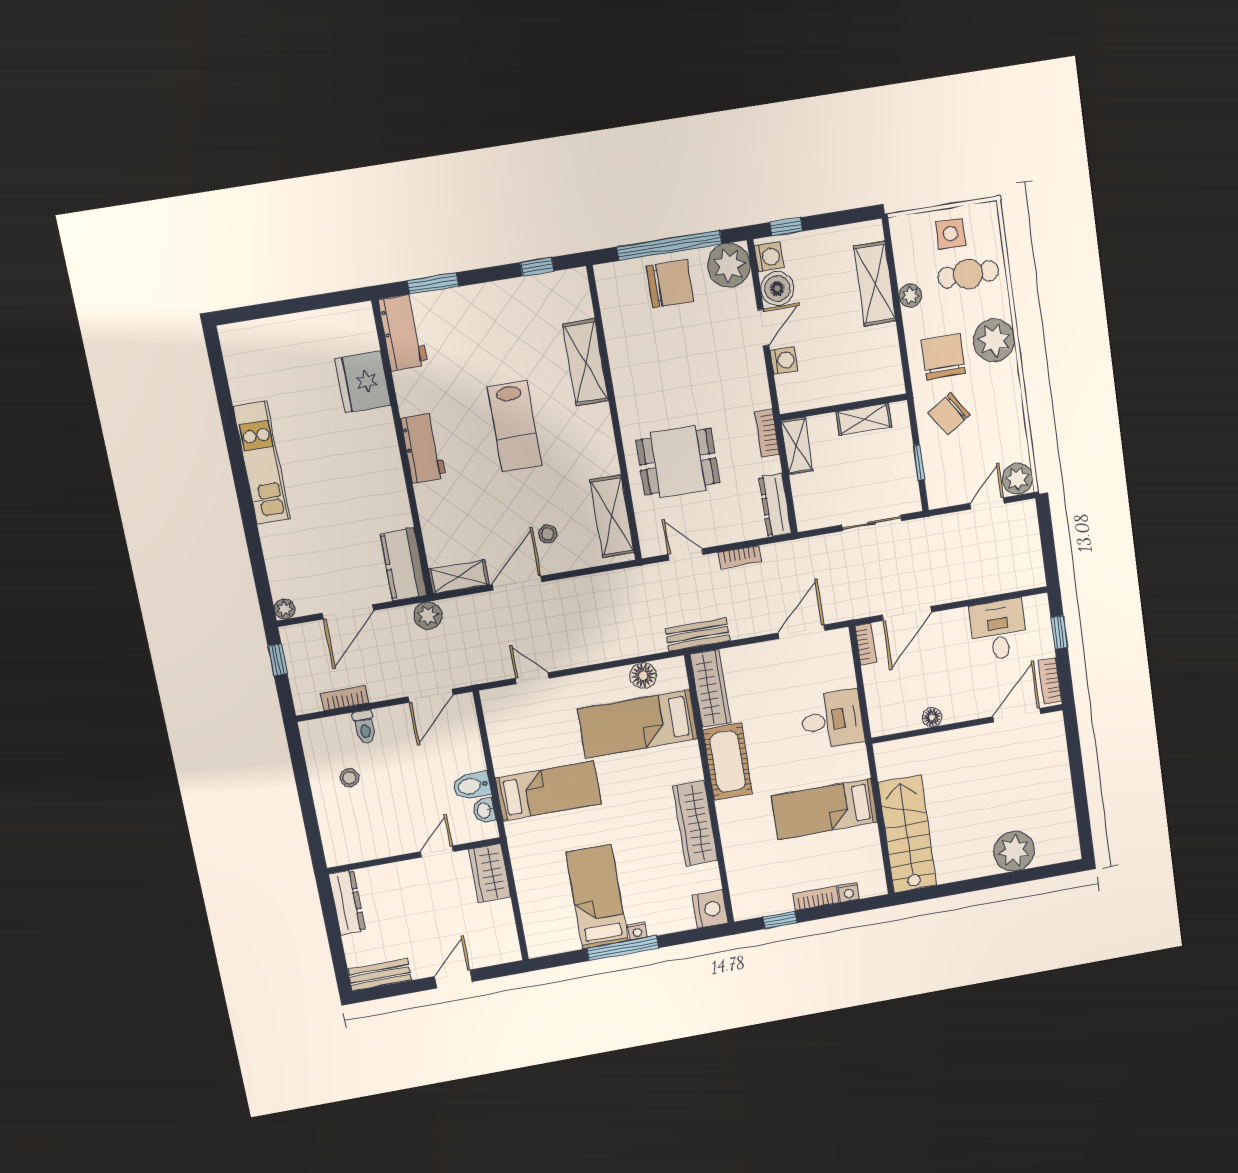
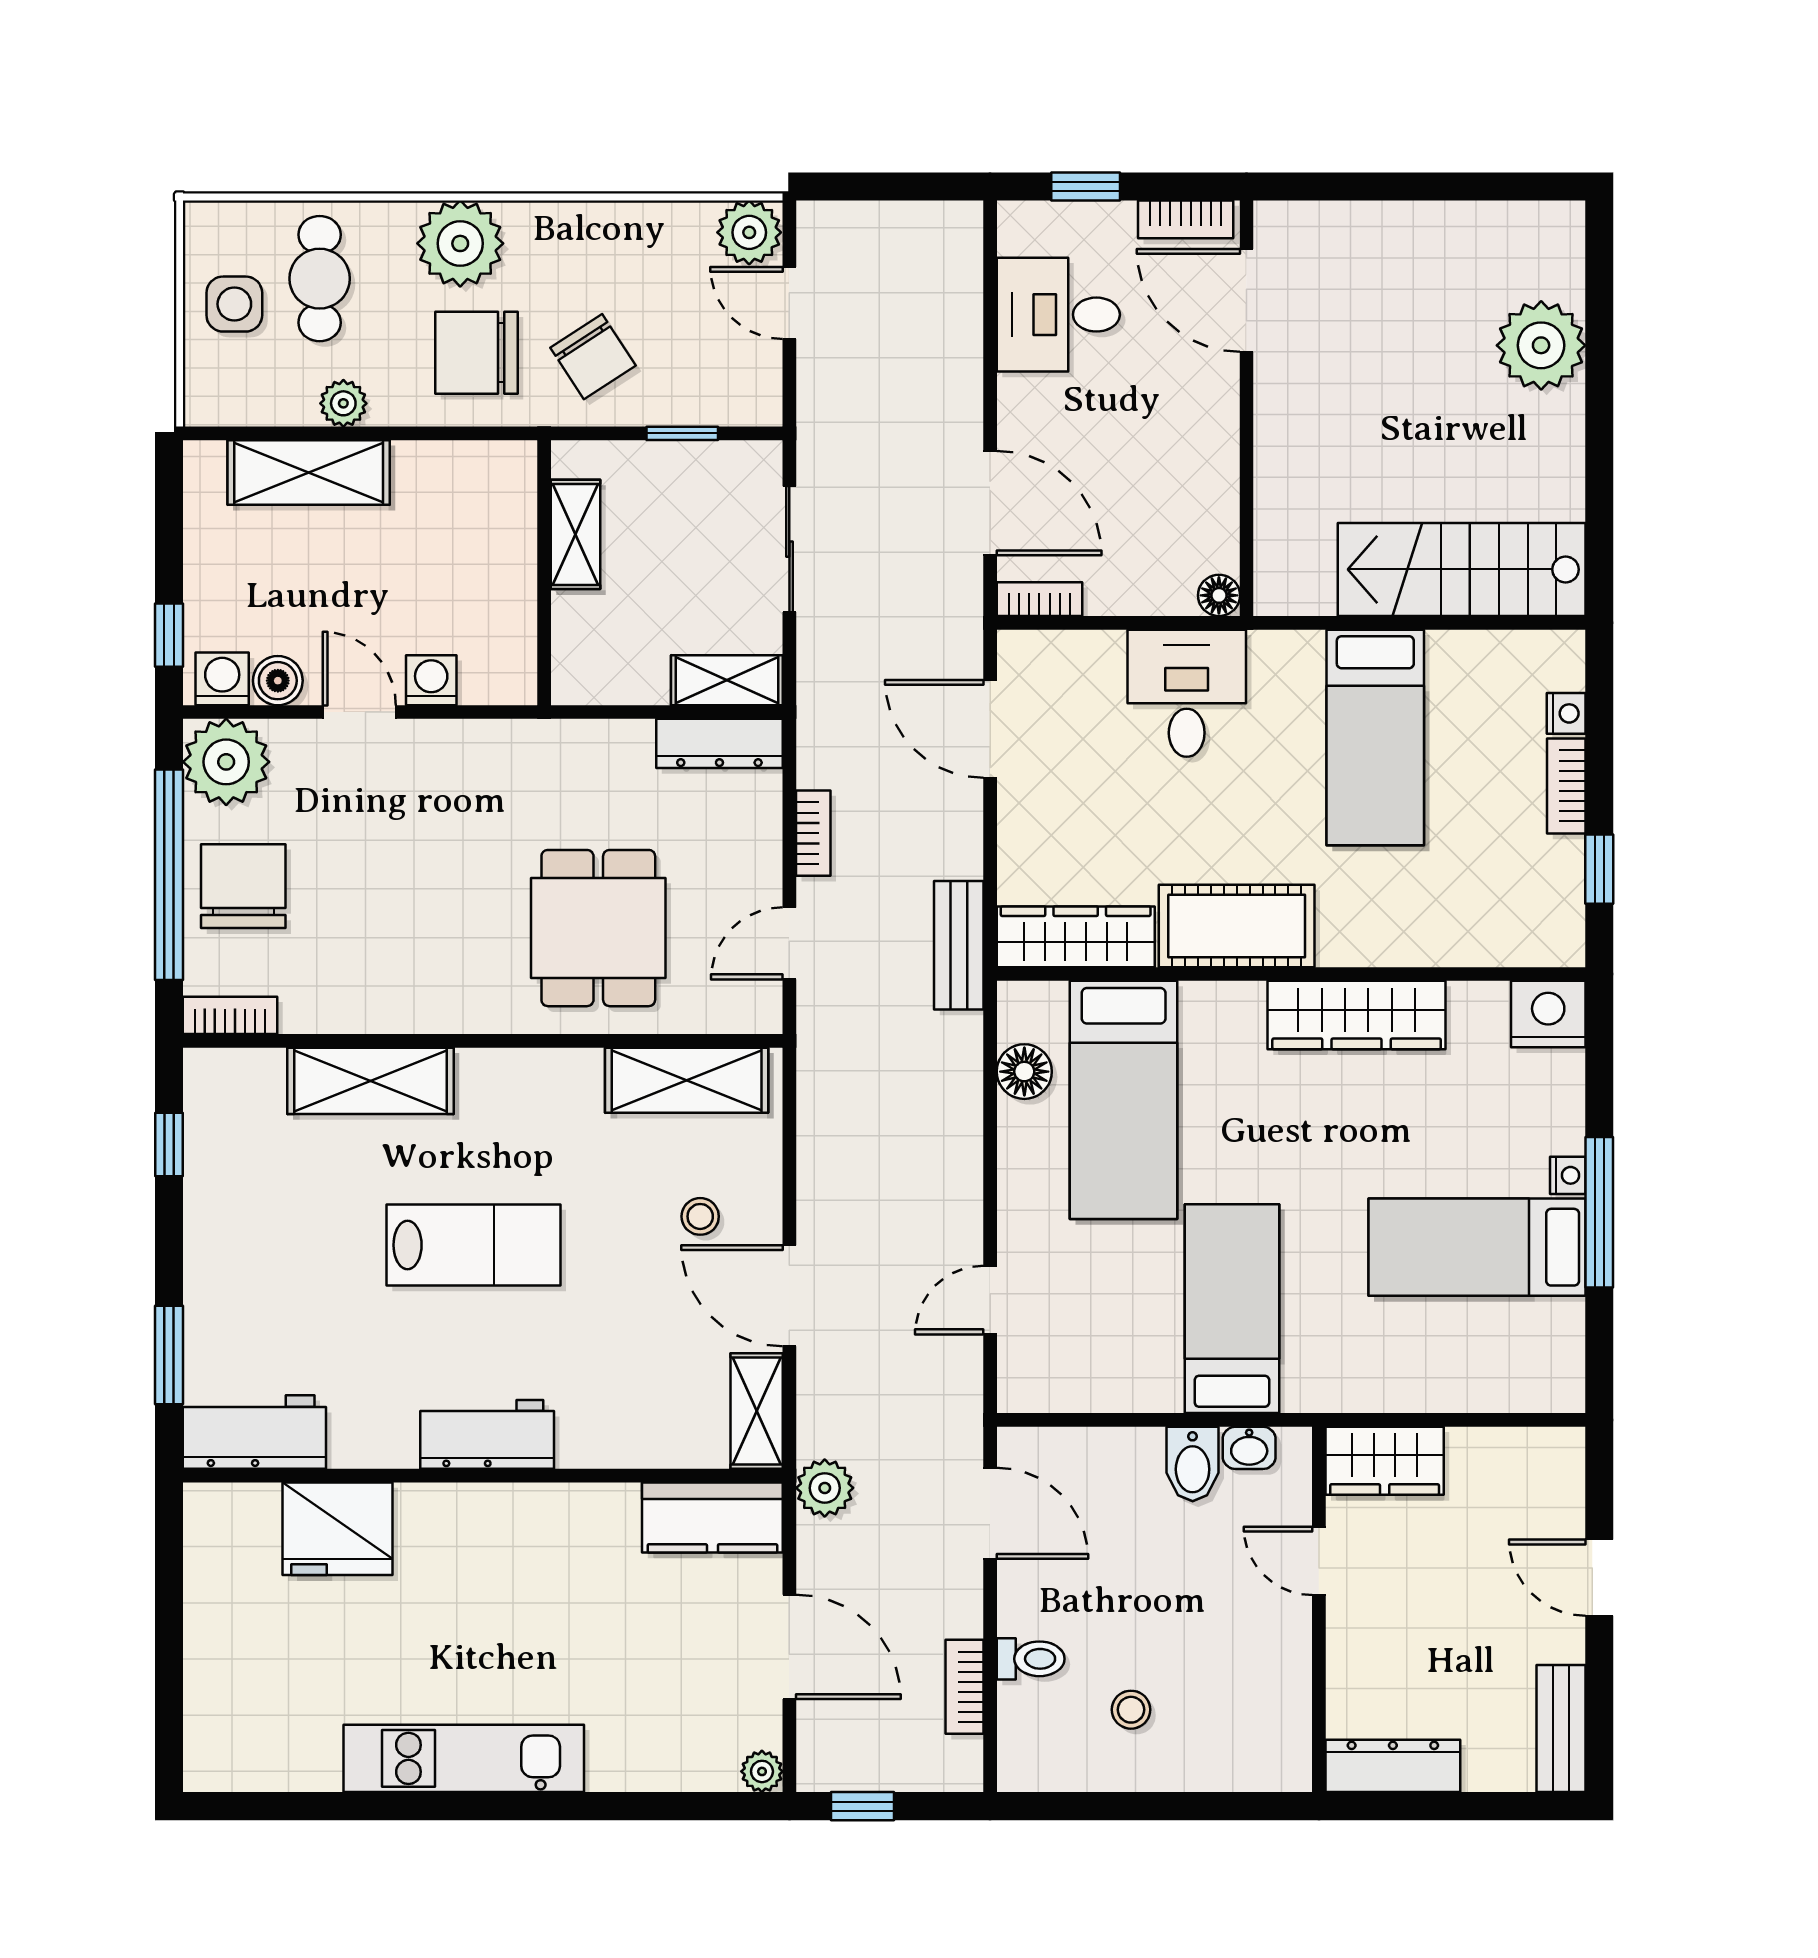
boiler: (777, 288) -> (278, 681), width x0.73, depth x0.73
bookcase: (767, 433) -> (230, 1015), moved, turned 180
shelving: (797, 446) -> (727, 680), moved
floor lamp: (932, 717) -> (1219, 595), moved

